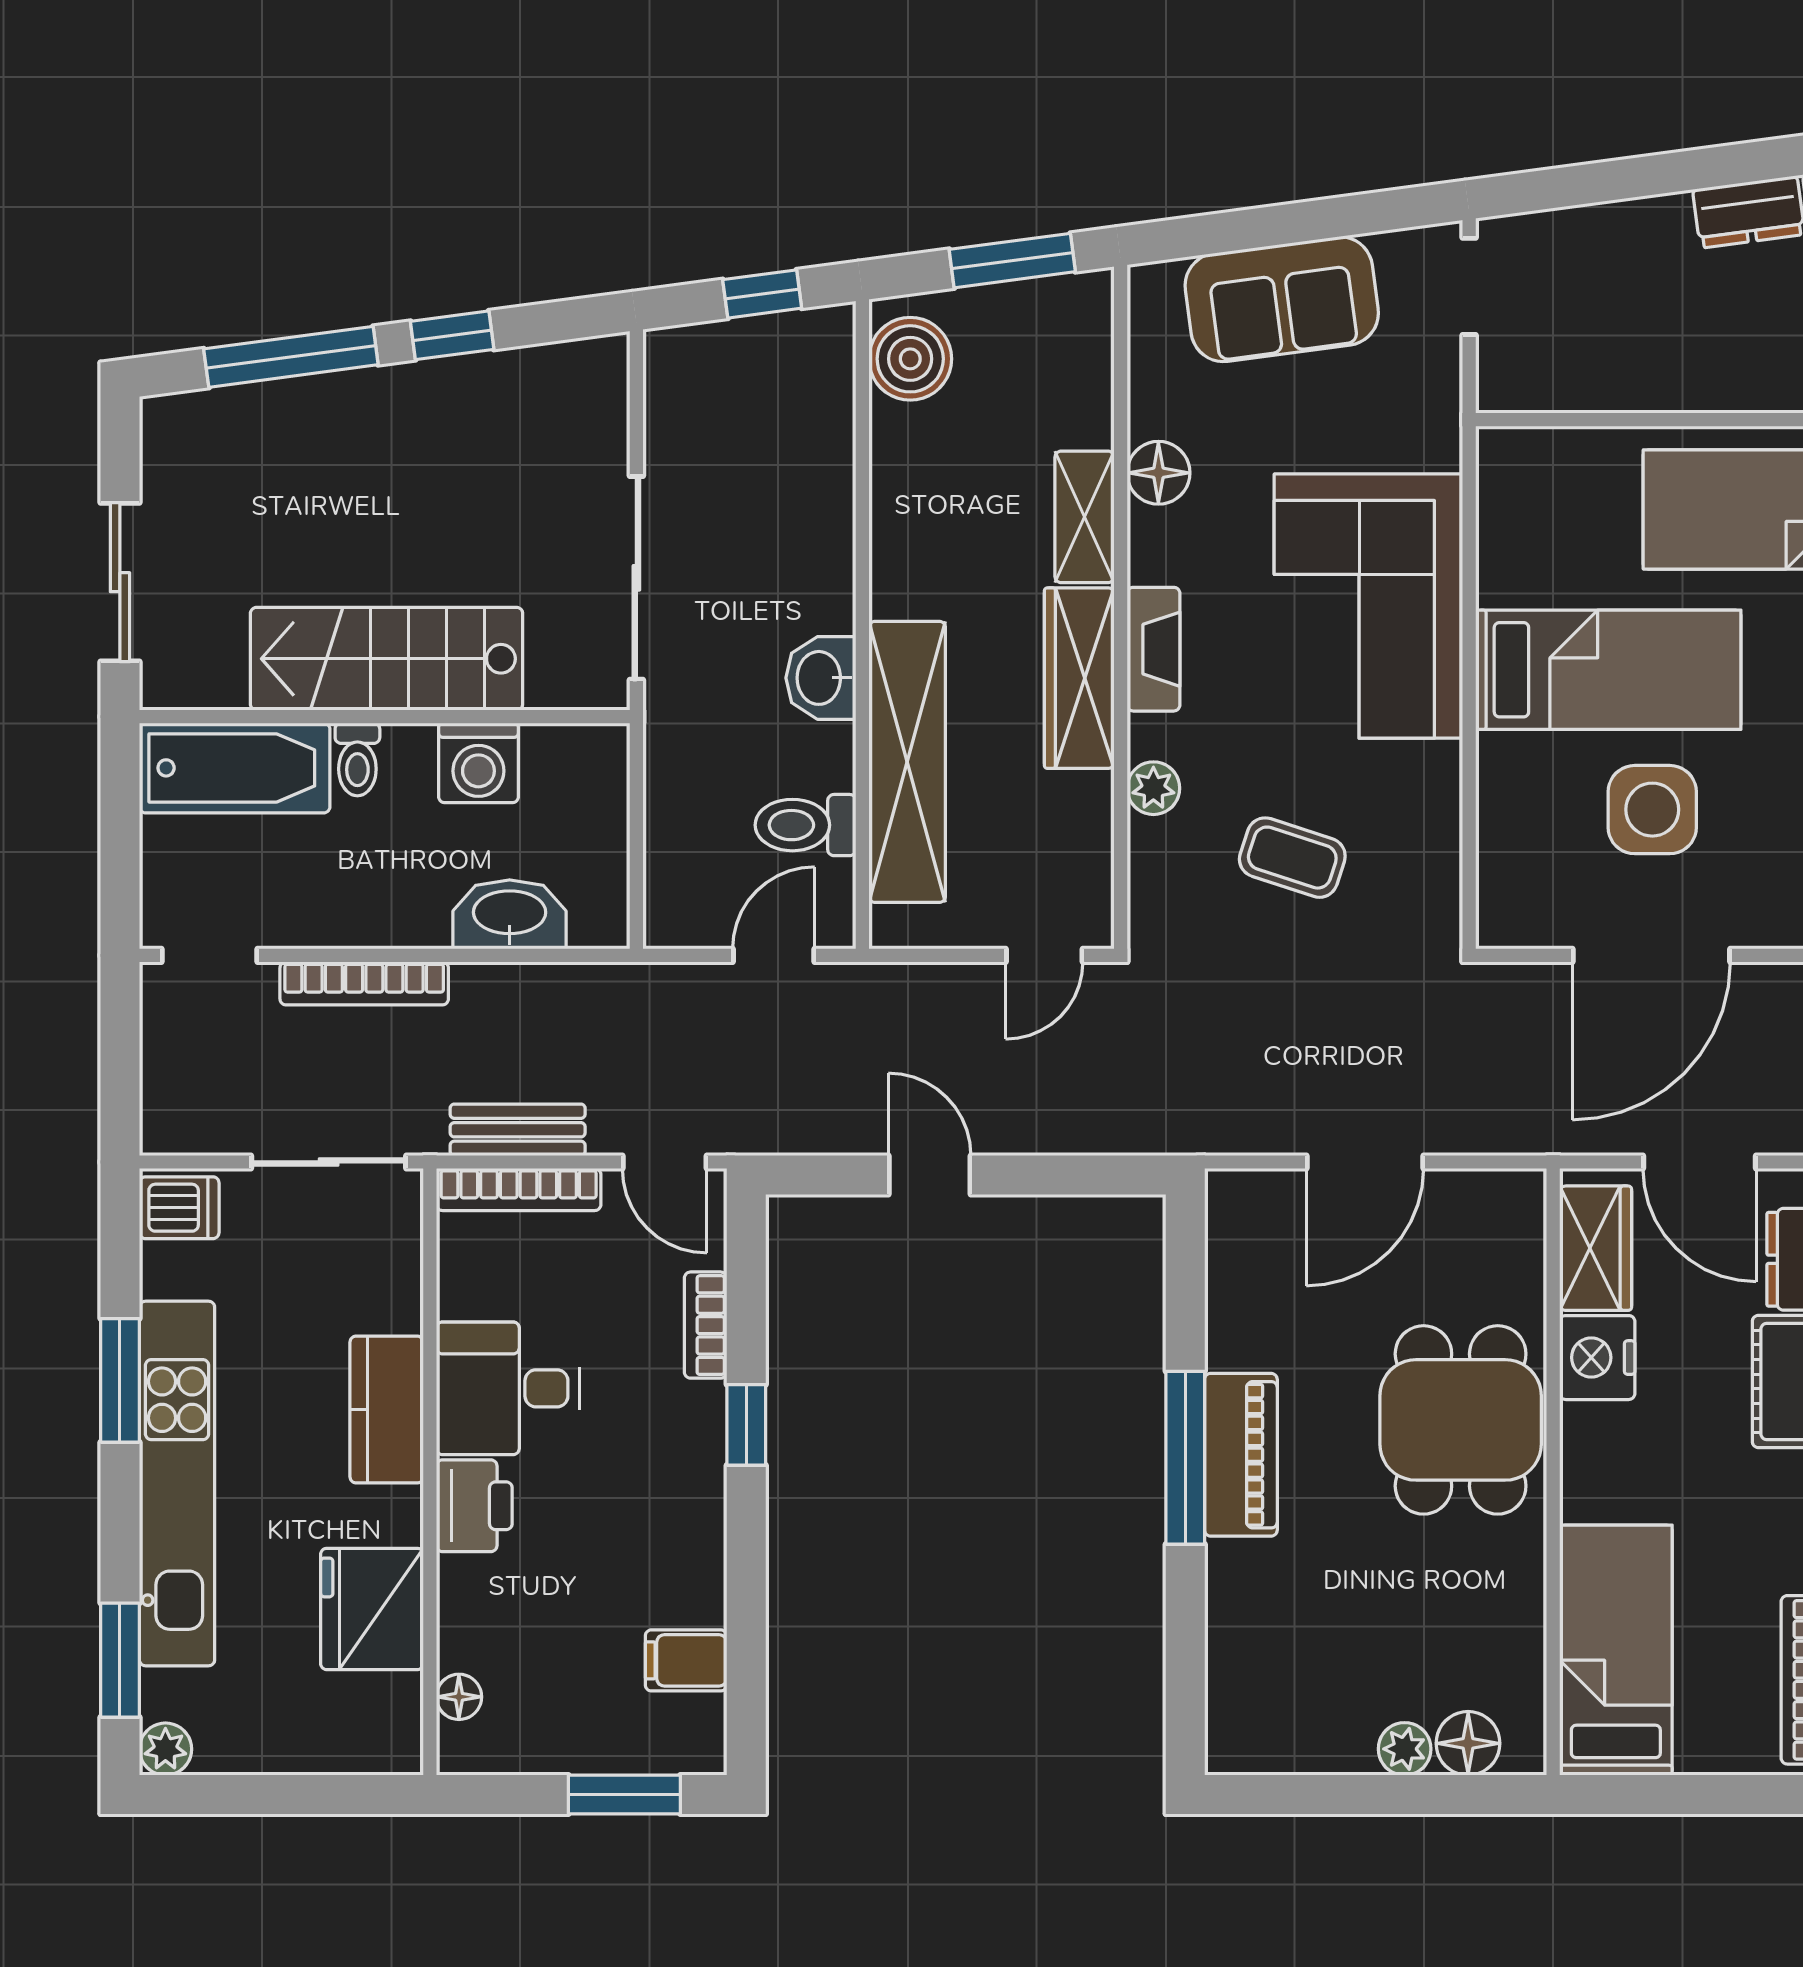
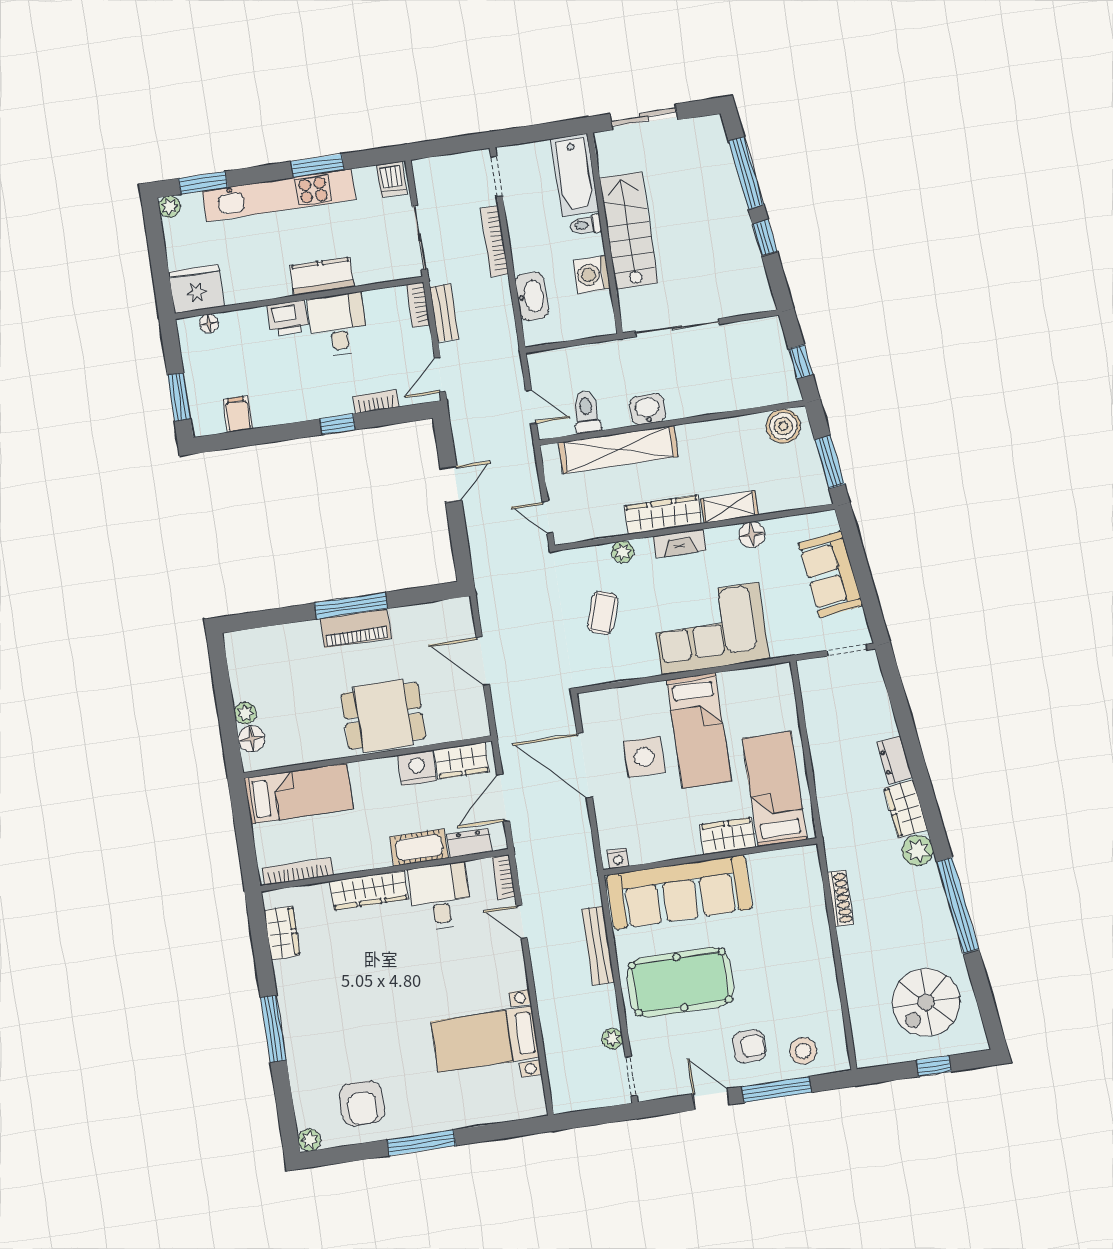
bookcase: (519, 1190) -> (418, 305), width x0.64
fridge: (372, 1609) -> (196, 289), moved

